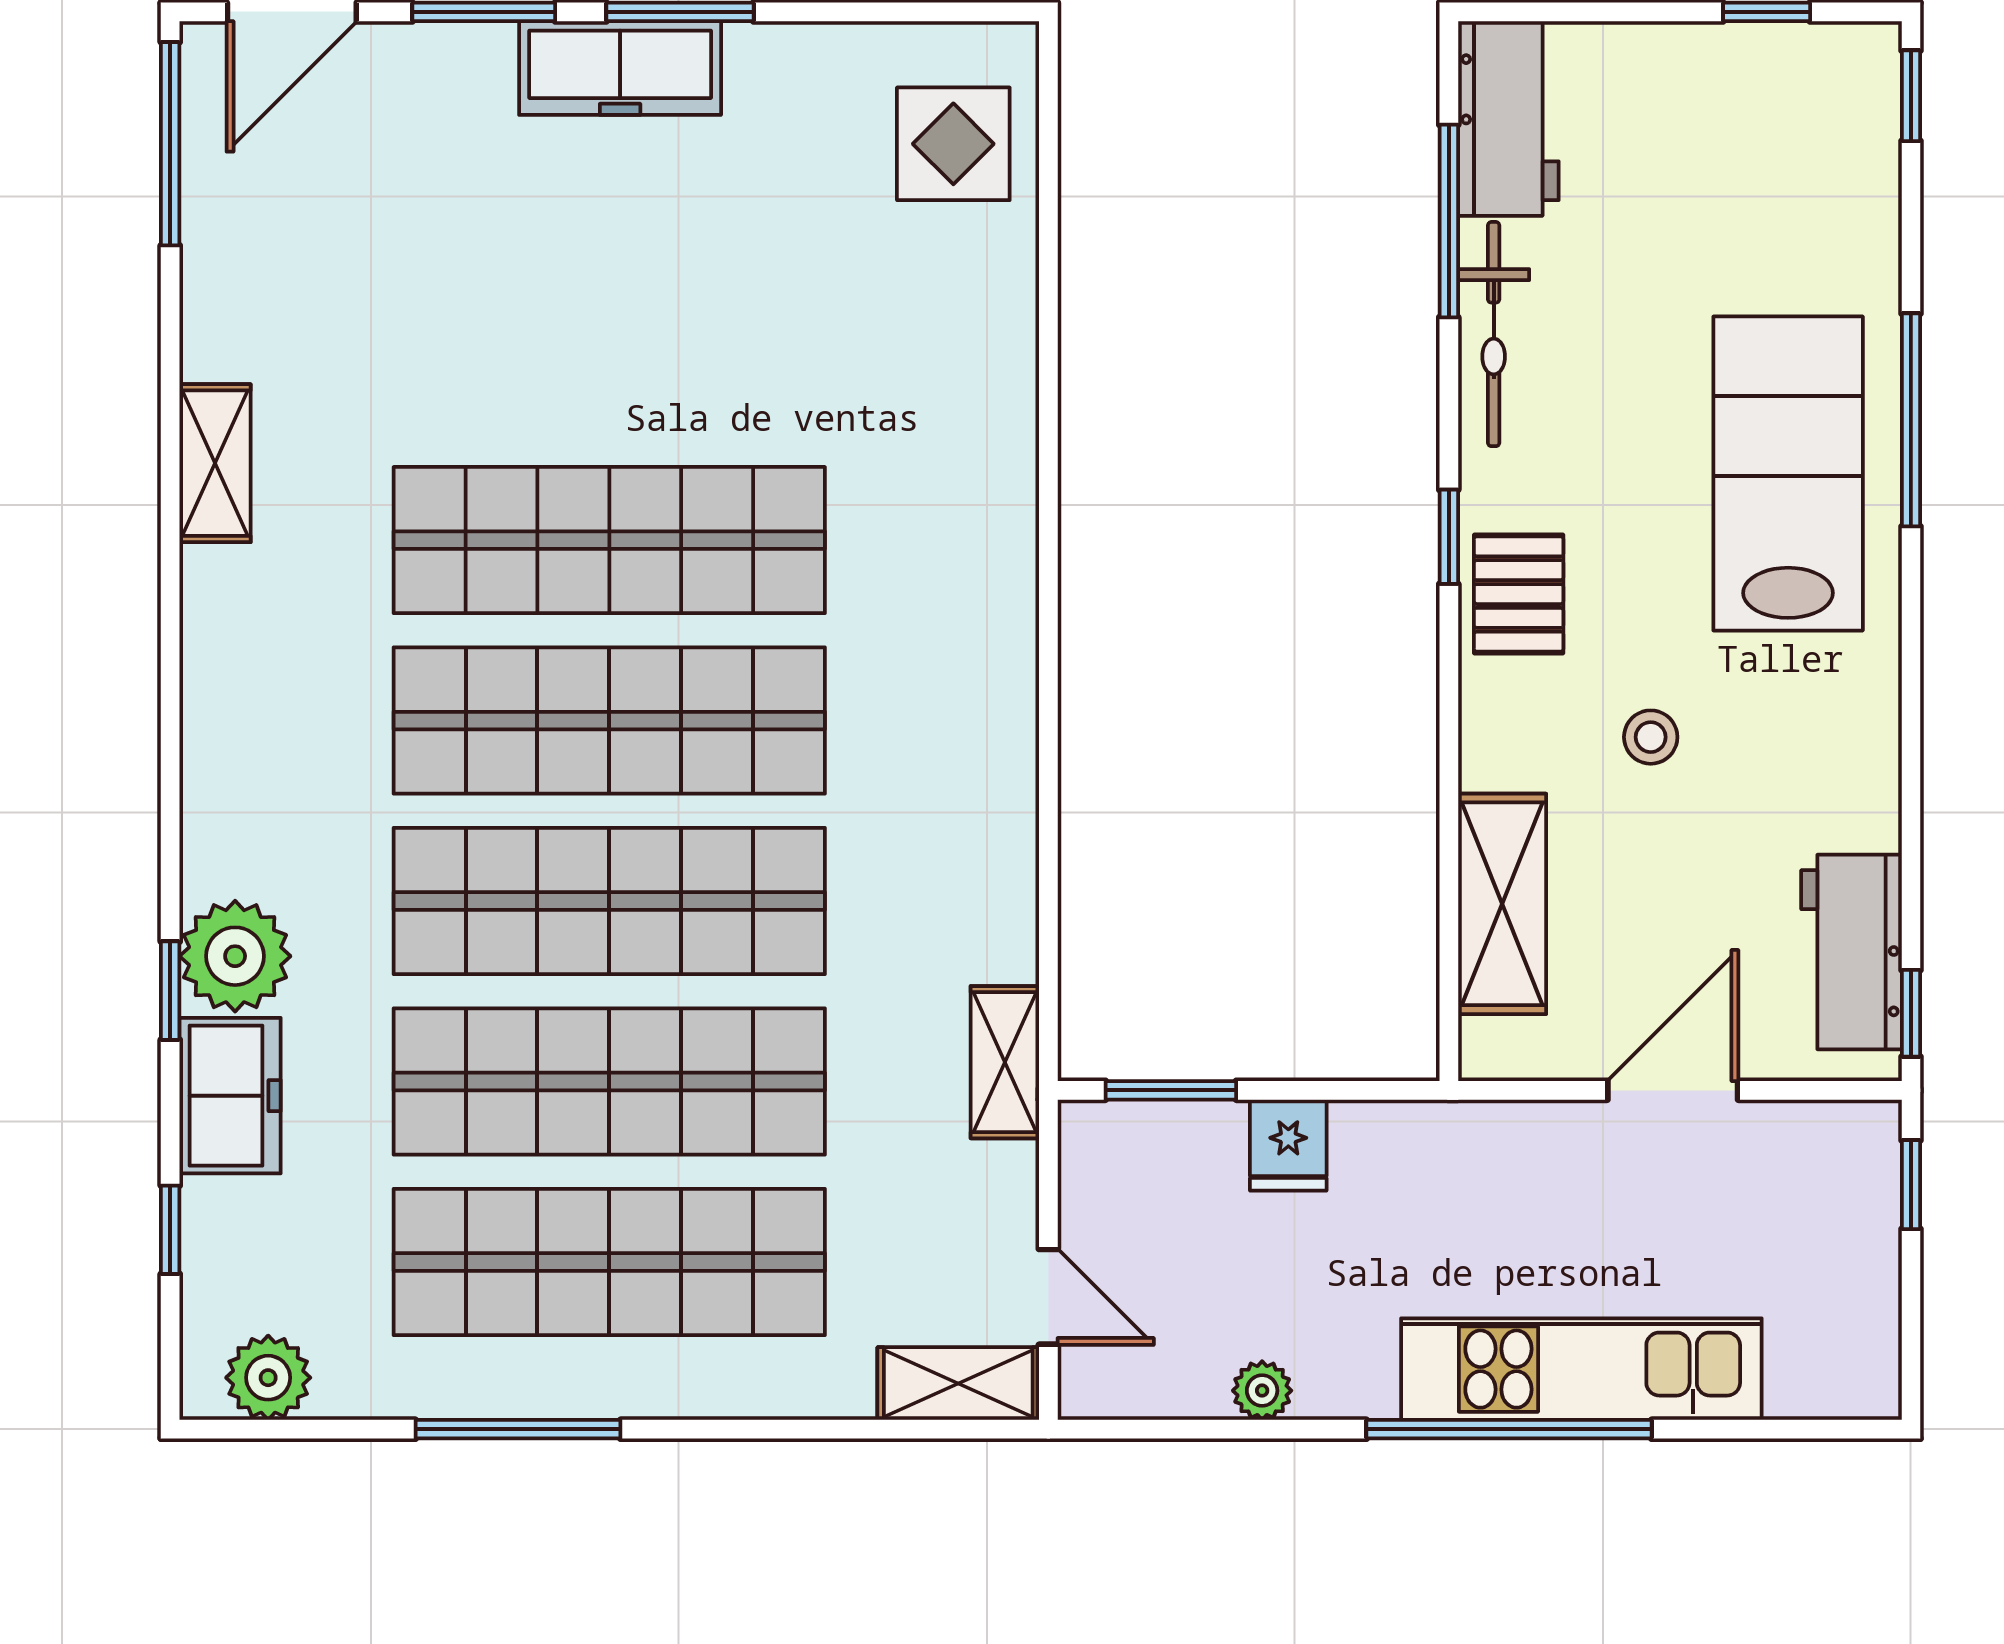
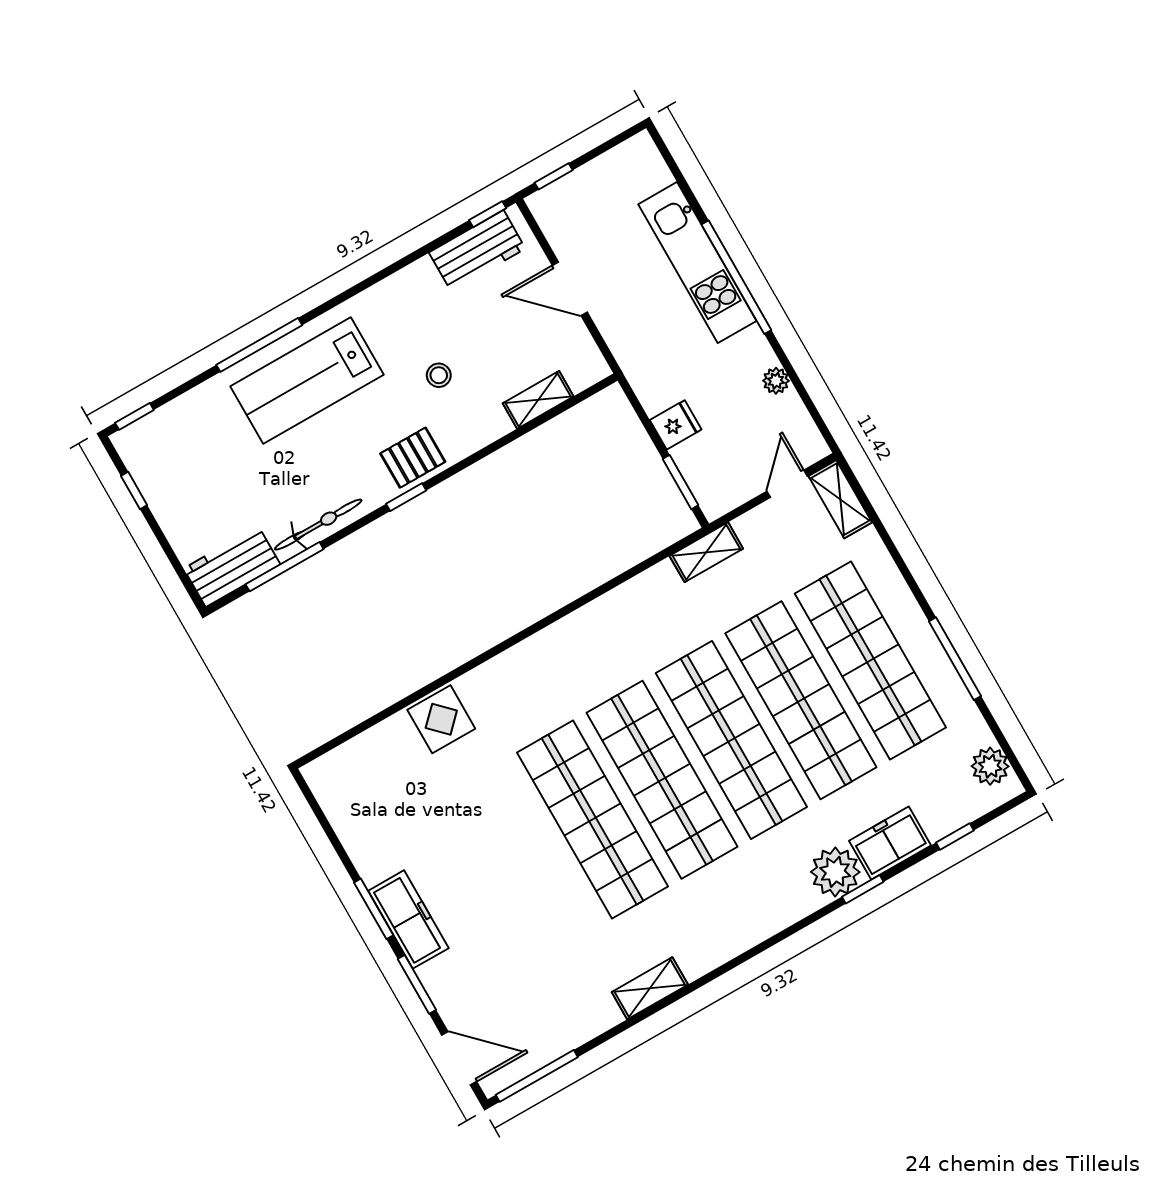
display table: (953, 144) -> (441, 719), moved
shelving: (1502, 904) -> (538, 400), width x0.67, depth x0.75

